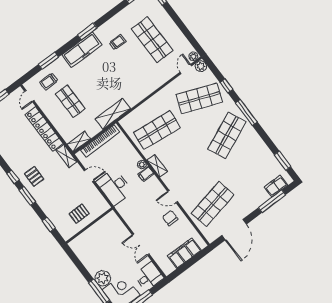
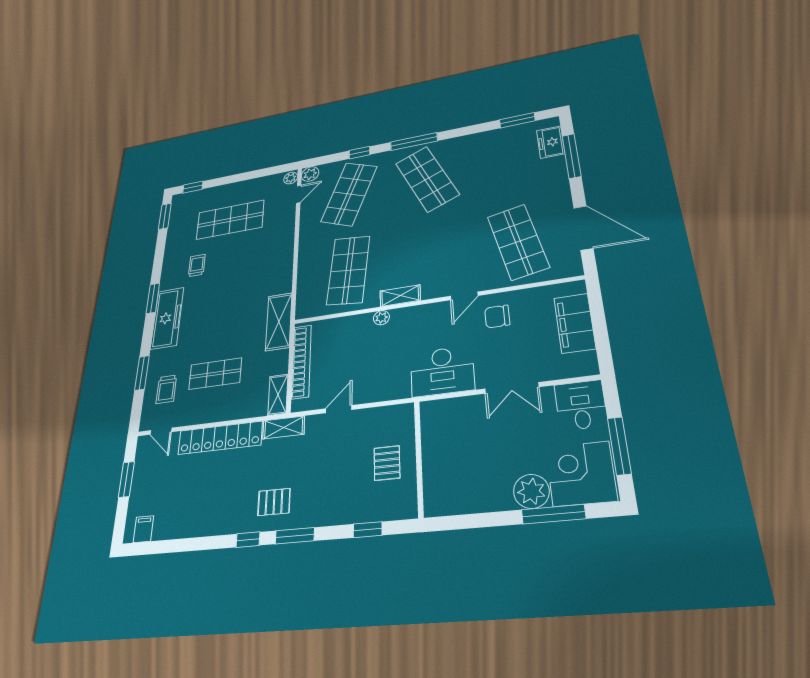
door: (186, 69) -> (299, 194), swing flipped
filing cabinet: (146, 174) -> (400, 319), removed
desk: (114, 187) -> (442, 371), moved

